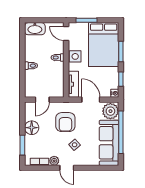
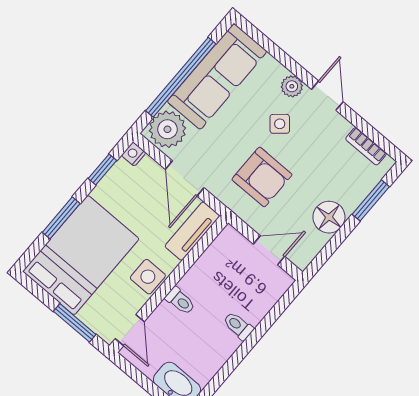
armchair: (65, 122) -> (262, 177), turned 90
plant: (54, 161) -> (292, 86), moved

